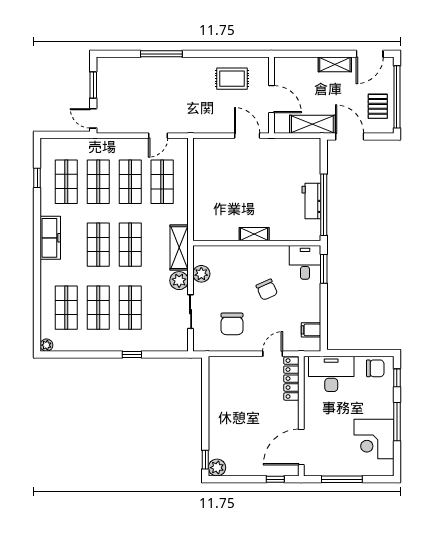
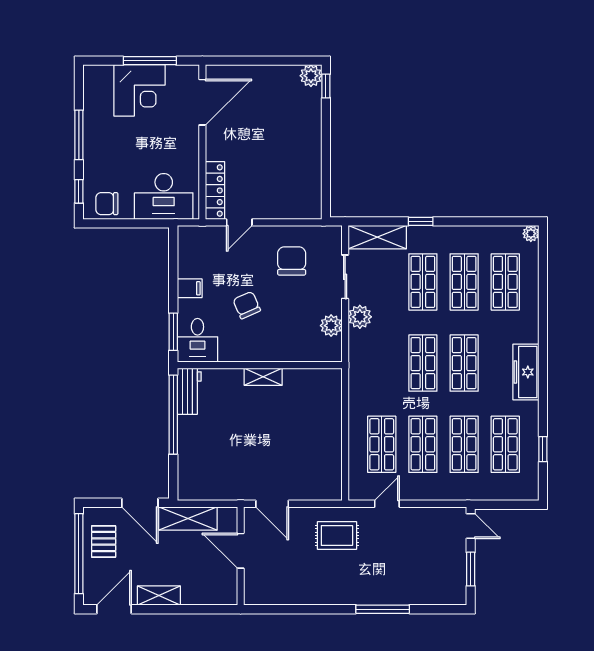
rug: (232, 79) -> (337, 535), moved
workbench: (311, 201) -> (189, 391), moved
shelving: (179, 248) -> (377, 237), moved, turned 90
filing cabinet: (311, 330) -> (190, 288), moved
corner desk: (374, 439) -> (139, 90), moved, turned 90
window: (275, 479) -> (236, 61), removed

